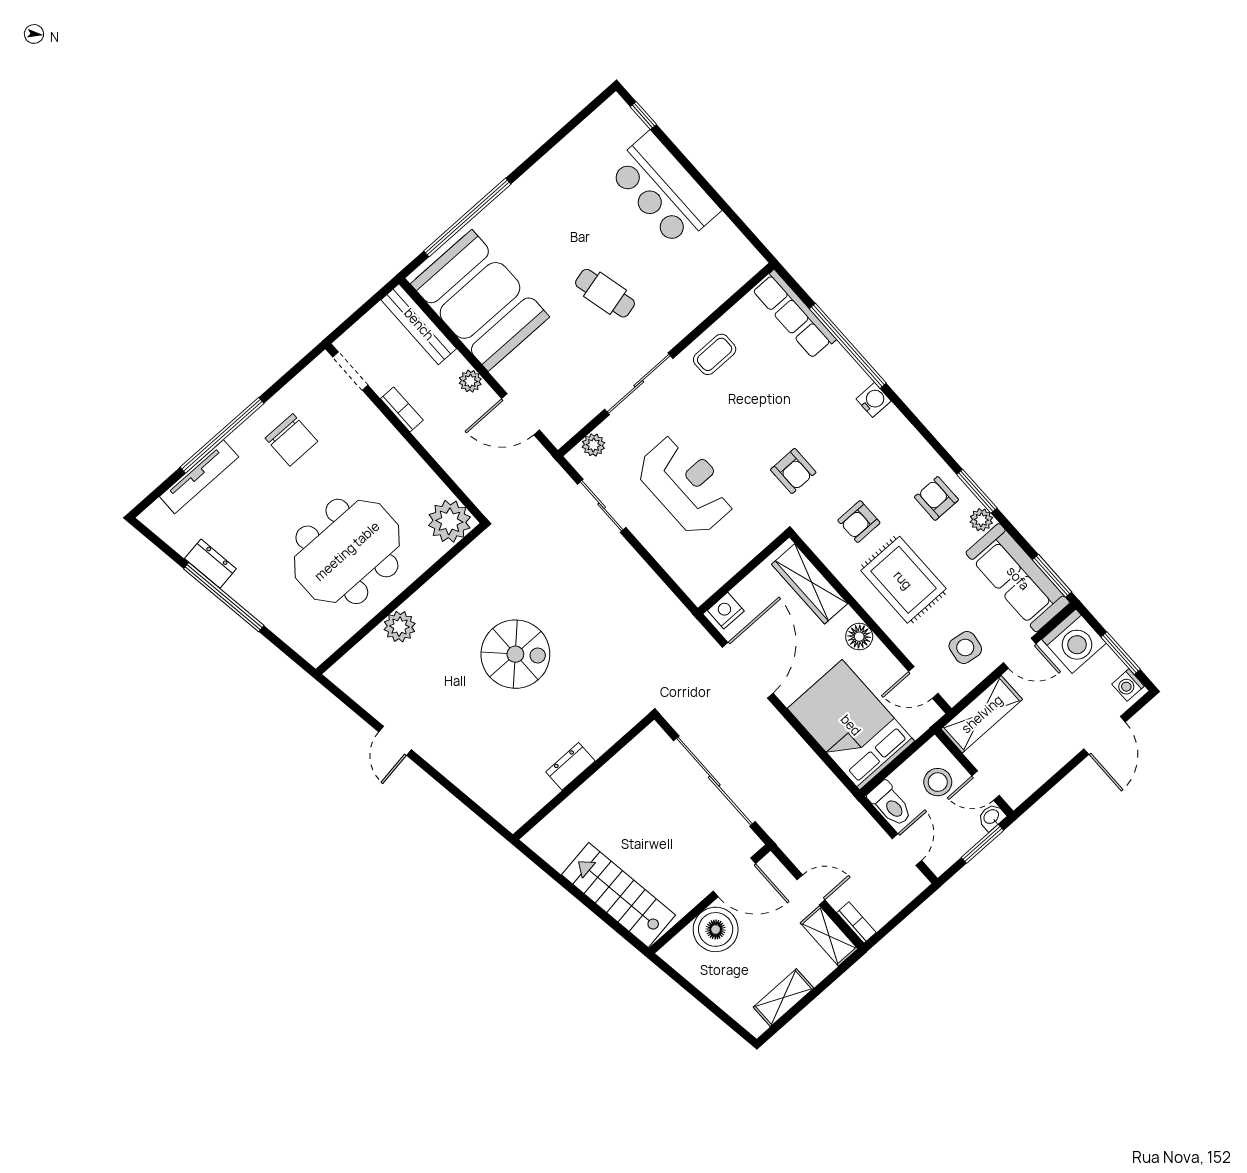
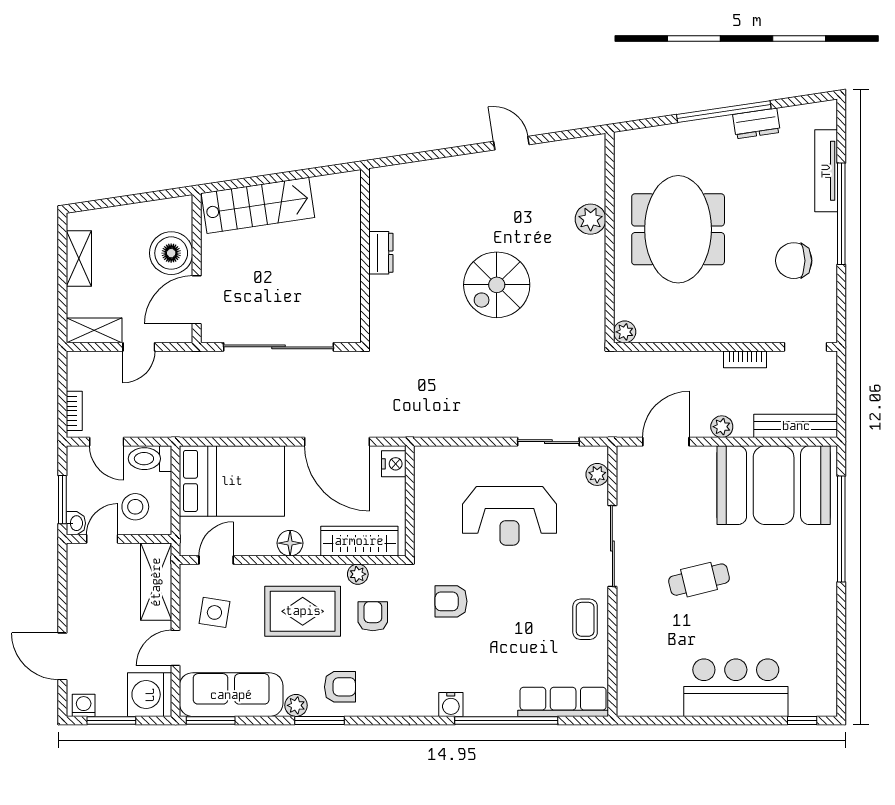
plant: (449, 521) -> (625, 332), width x0.53, depth x0.53
plant: (837, 562) -> (358, 574), added
bookcase: (856, 923) -> (74, 411), moved, turned -90

